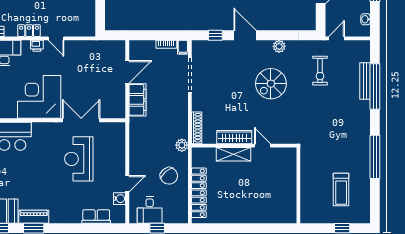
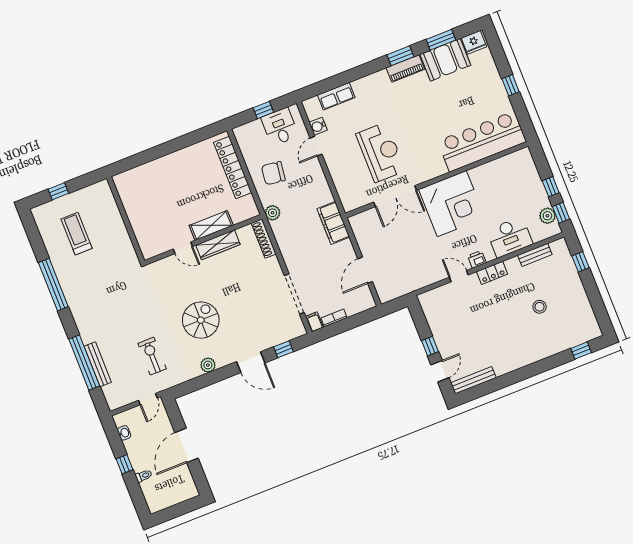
filing cabinet: (138, 100) -> (333, 223), moved
chair: (169, 176) -> (273, 173), turned -42

